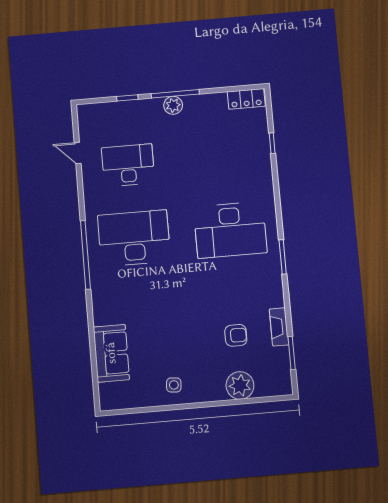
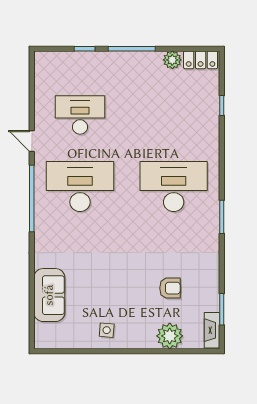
plant: (173, 105) -> (172, 60), moved
door: (78, 153) -> (32, 141), moved
desk: (230, 230) -> (174, 186), turned 180
fireplace: (279, 327) -> (212, 330), moved

